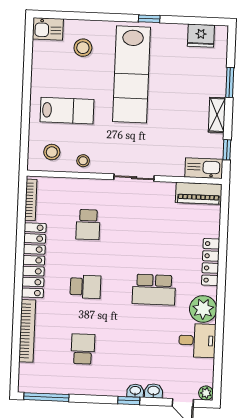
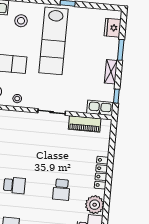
fridge: (201, 36) -> (113, 28), moved, turned 90
piano: (199, 193) -> (85, 124), moved
school desk: (88, 225) -> (18, 143), removed
school desk: (154, 290) -> (61, 190), width x0.54

